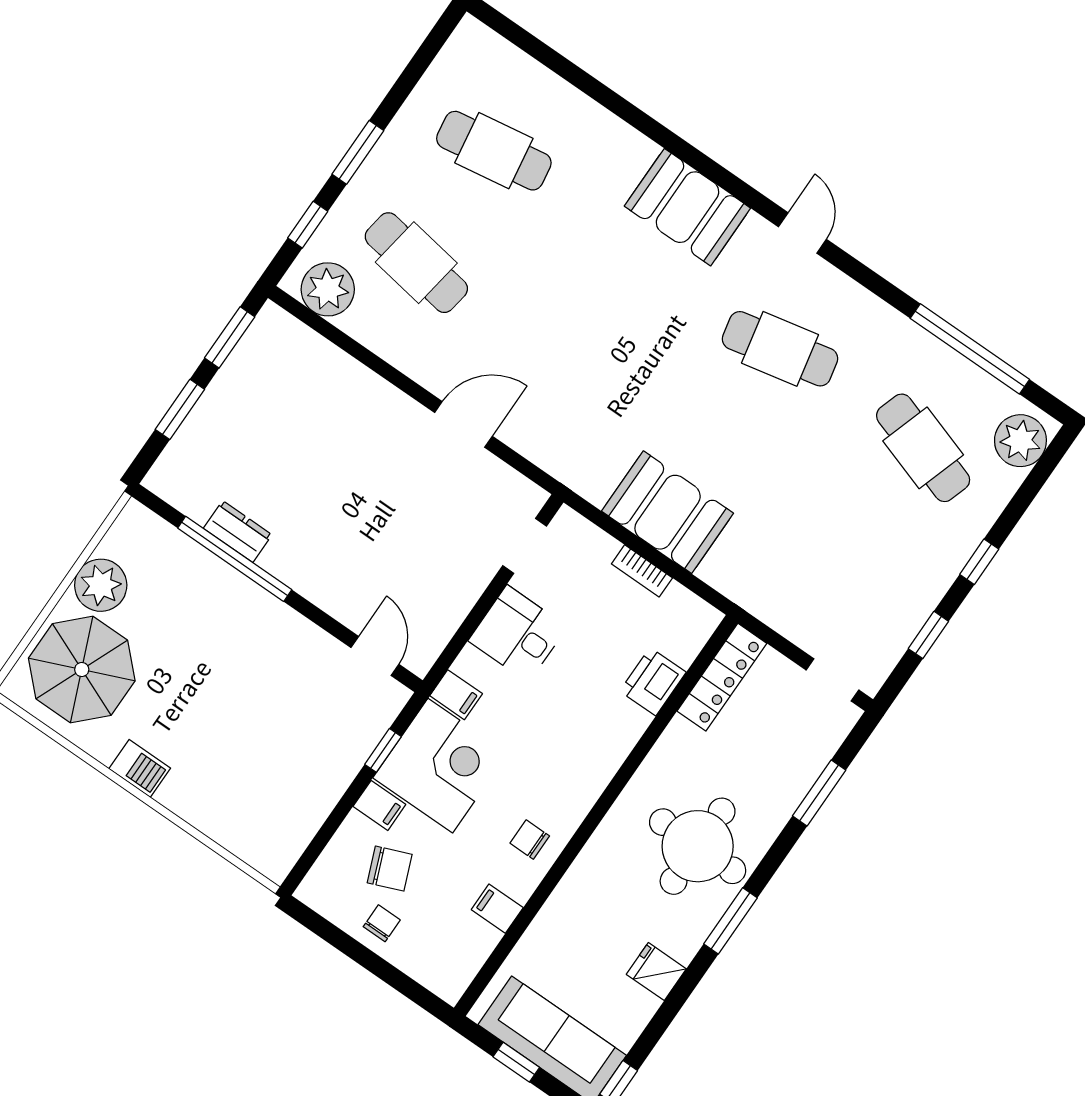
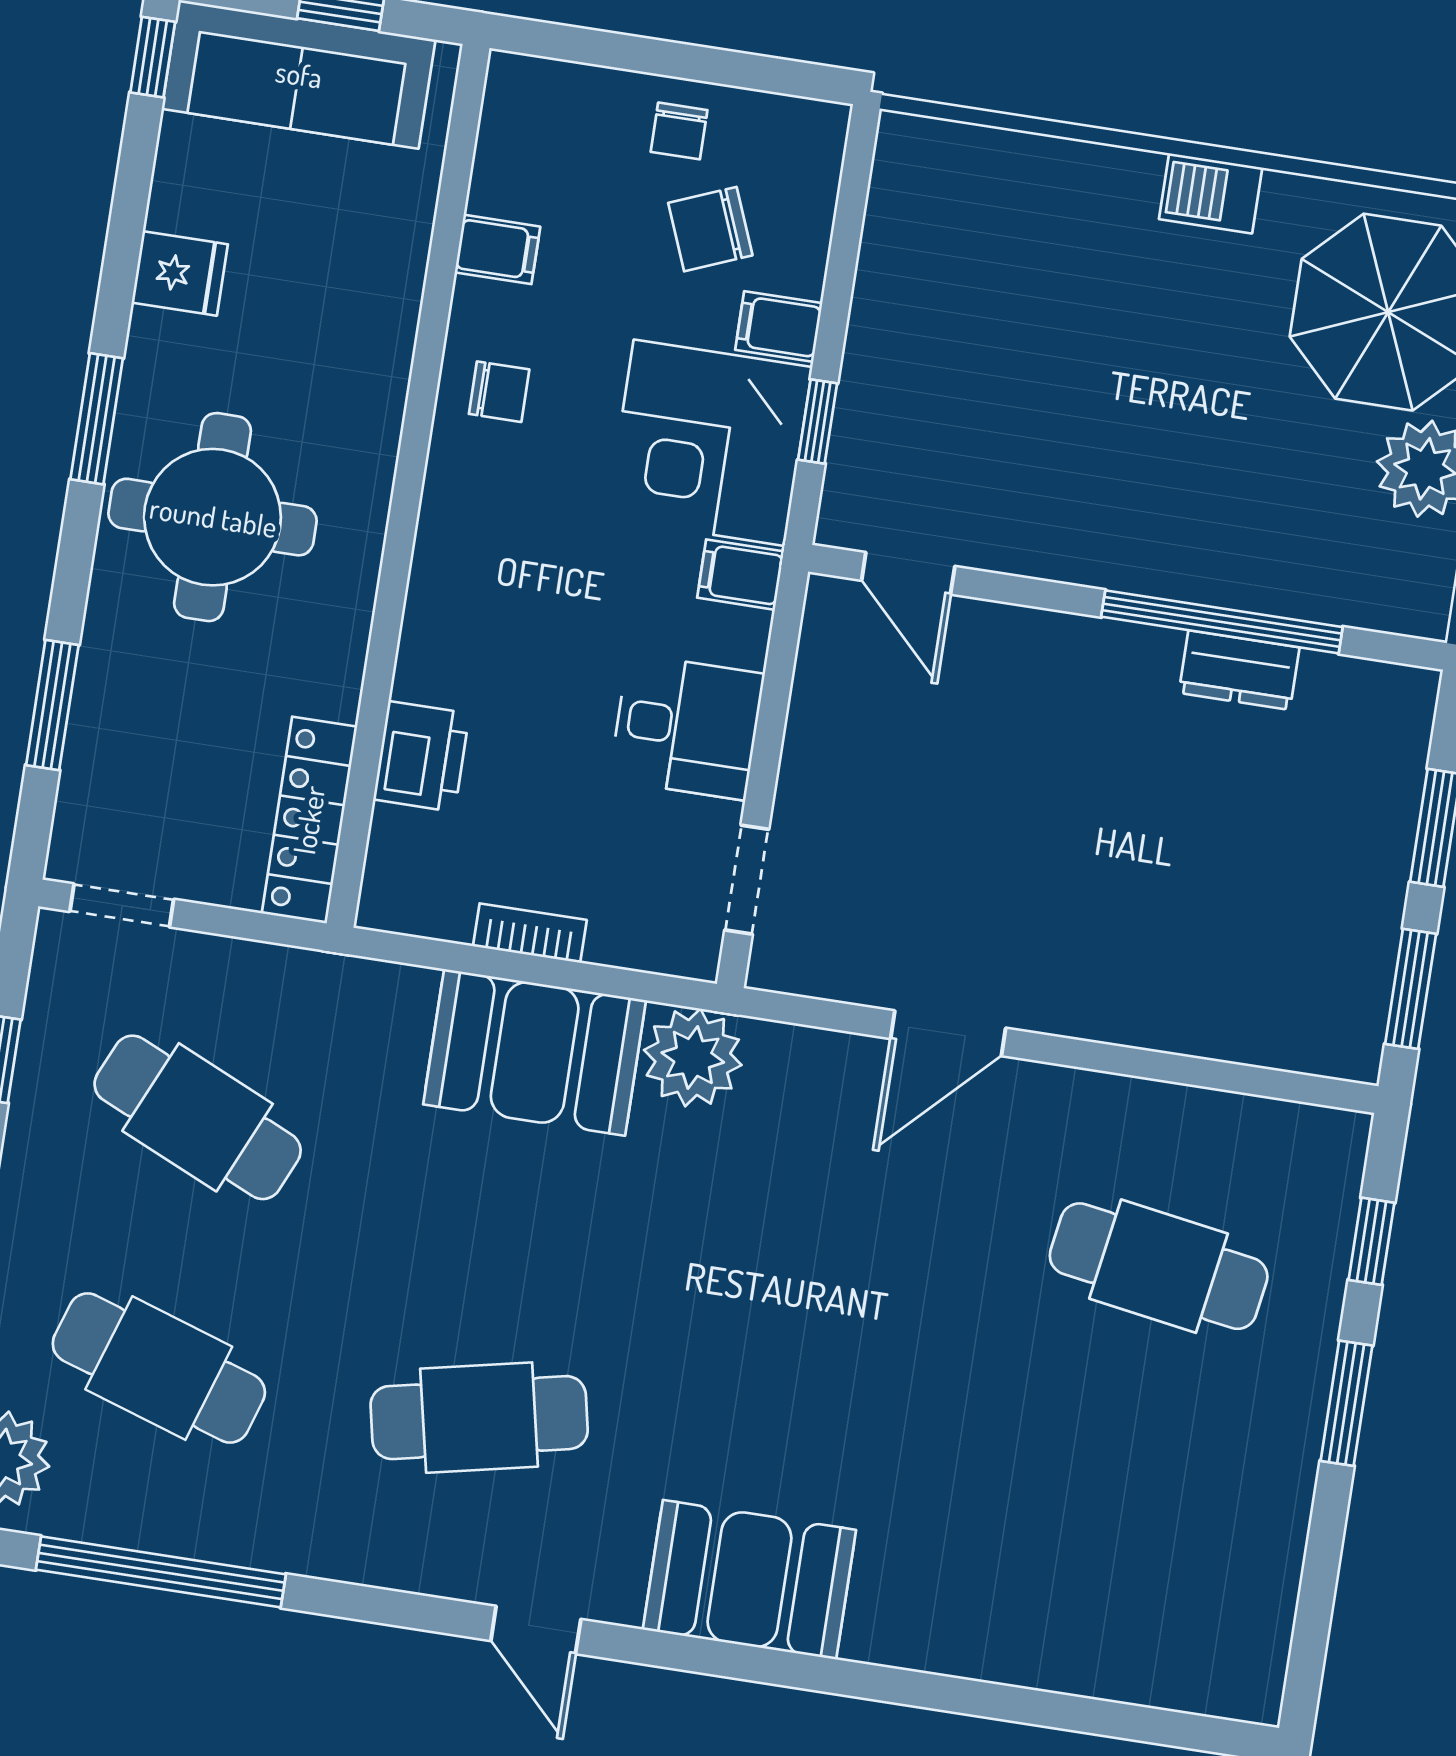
cafe table: (494, 151) -> (198, 1117), moved, turned 33
plant: (328, 289) -> (693, 1057), moved

